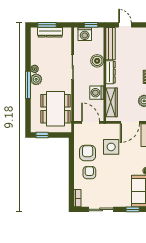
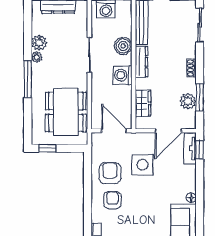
plant: (36, 79) -> (39, 43), moved
washing machine: (97, 93) -> (123, 75), moved
wardrobe: (112, 102) -> (143, 103), width x0.67

